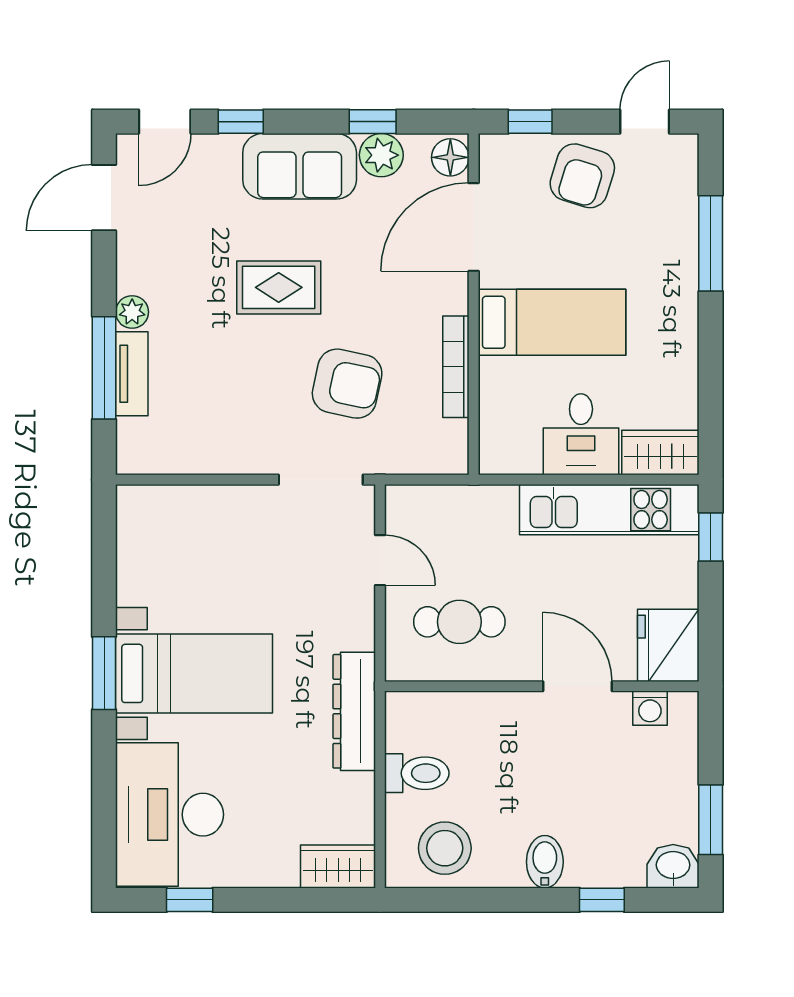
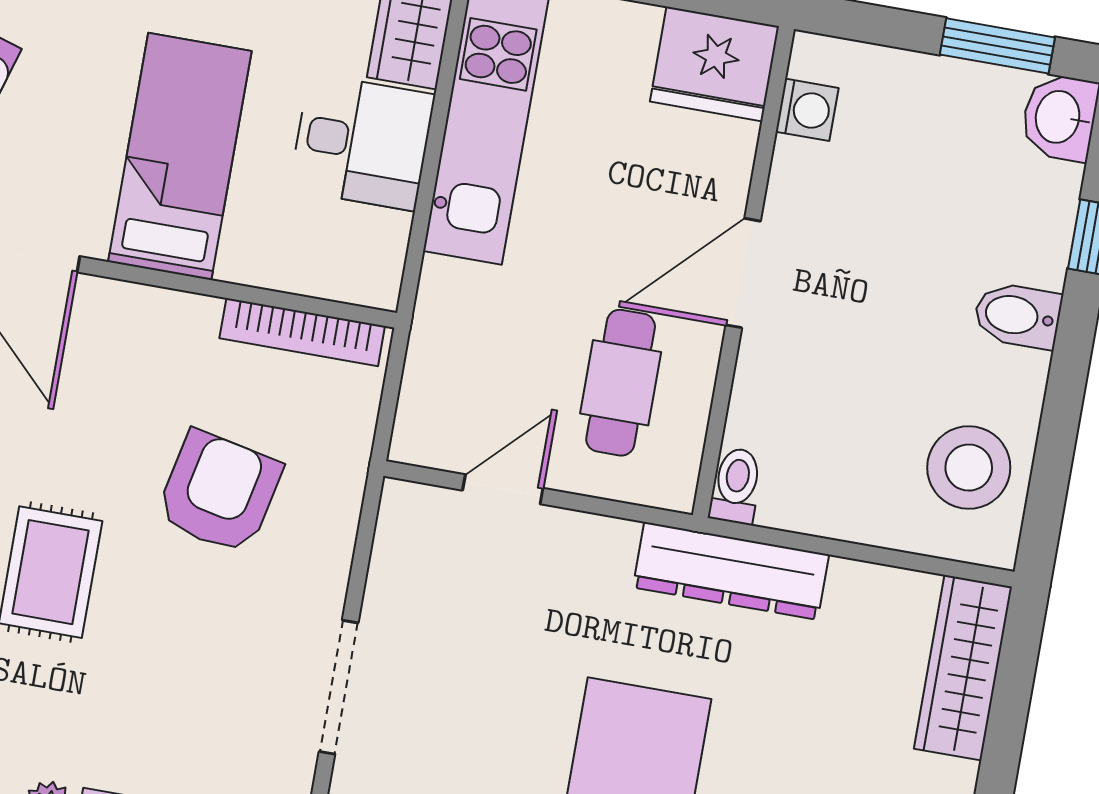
bookcase: (456, 367) -> (302, 332), moved
doorway: (321, 480) -> (339, 687), moved
door: (578, 686) -> (743, 273), moved
toilet: (417, 773) -> (736, 486), moved, width x0.73, depth x0.72
wardrobe: (338, 867) -> (963, 668), width x1.50

